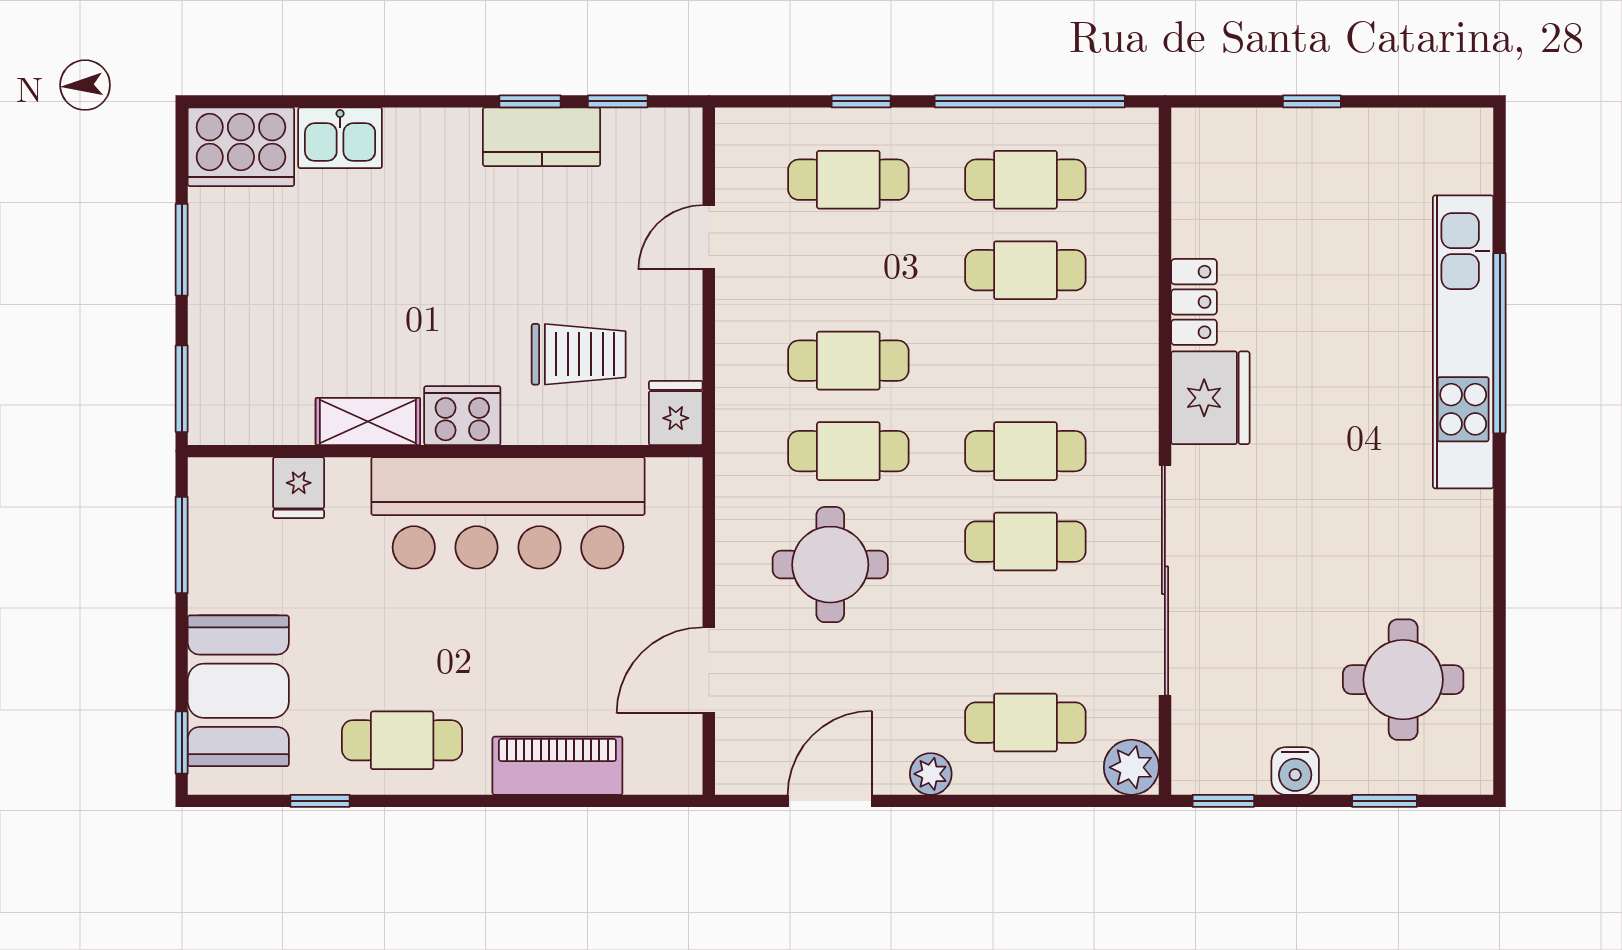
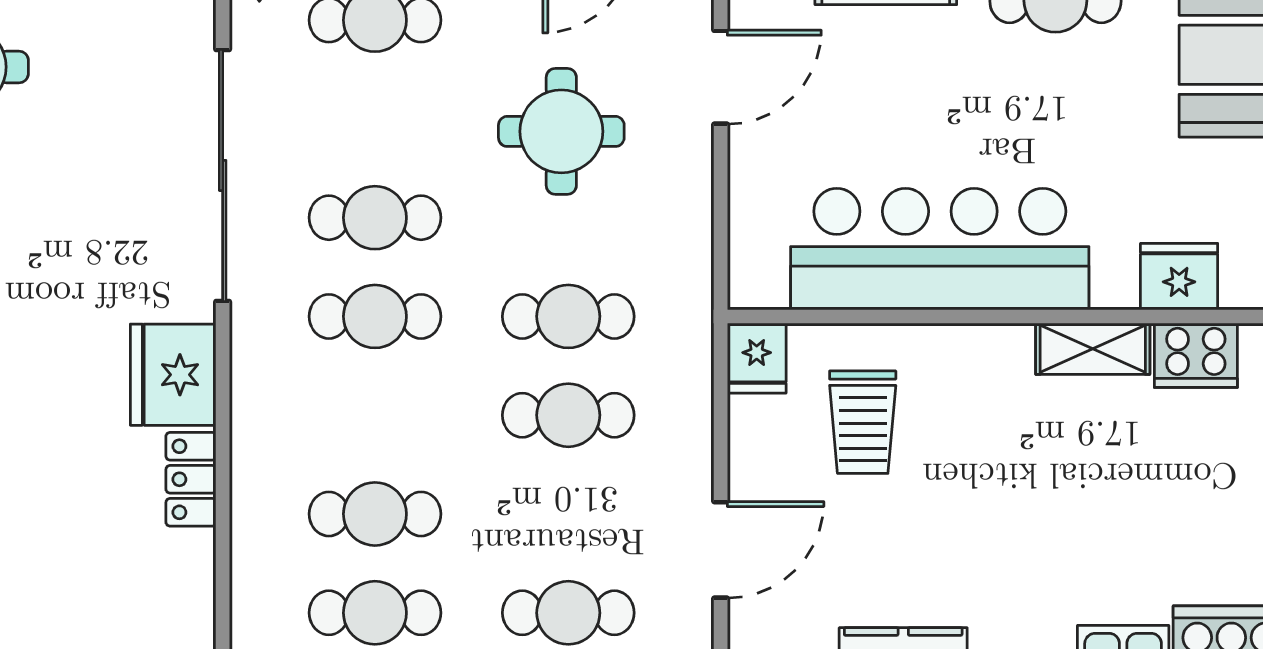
door: (709, 237) -> (721, 550), width x1.38
trolley: (579, 354) -> (863, 422), turned -90
cooker: (462, 416) -> (1196, 355), moved
fridge: (299, 488) -> (1179, 277), width x1.38
round table: (830, 565) -> (561, 131), moved

